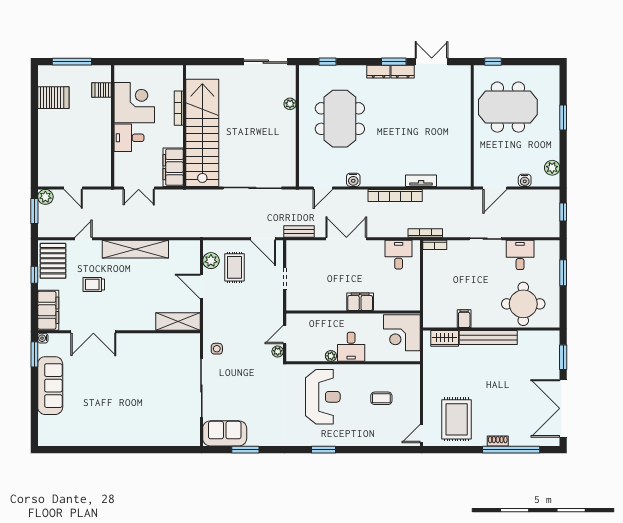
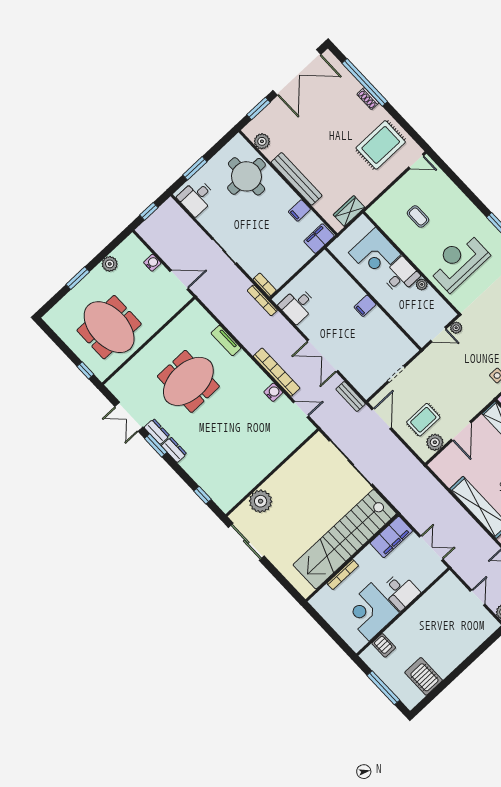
plant: (290, 104) -> (261, 501), width x1.88, depth x1.88
meeting table: (340, 119) -> (188, 381), moved
plant: (552, 168) -> (110, 264), moved
bookcase: (395, 195) -> (277, 372), moved
desk: (520, 255) -> (197, 197), moved
filing cabinet: (360, 302) -> (365, 306), width x0.50
filing cabinet: (431, 314) -> (319, 239), added
corner desk: (402, 333) -> (375, 253), moved, turned 90
wardrobe: (445, 338) -> (349, 211), moved, turned -90
plant: (538, 338) -> (262, 141), added

